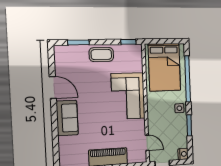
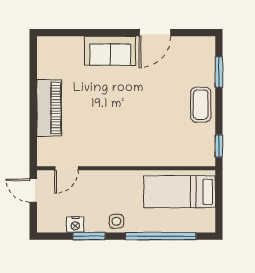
bed: (164, 67) -> (180, 192), width x0.67
corner sofa: (128, 96) -> (138, 142), removed
nightstand: (183, 154) -> (75, 225), moved

